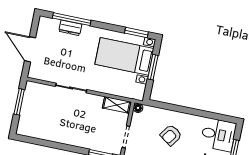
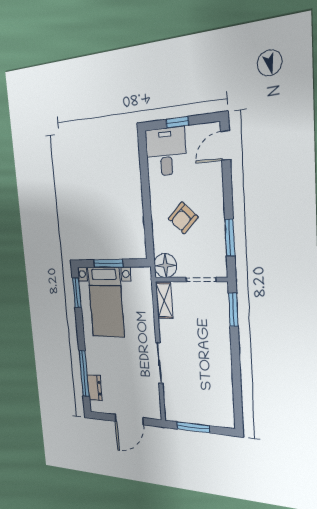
dresser: (70, 28) -> (95, 388), moved
floor lamp: (138, 108) -> (165, 266), width x1.89, depth x1.89
armchair: (171, 135) -> (183, 218), turned 100

